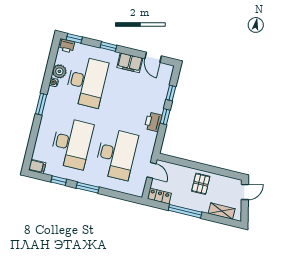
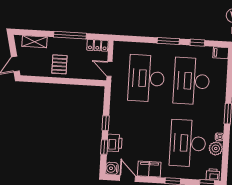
water cooler: (167, 70) -> (112, 168), added
printer: (153, 122) -> (115, 143), moved

